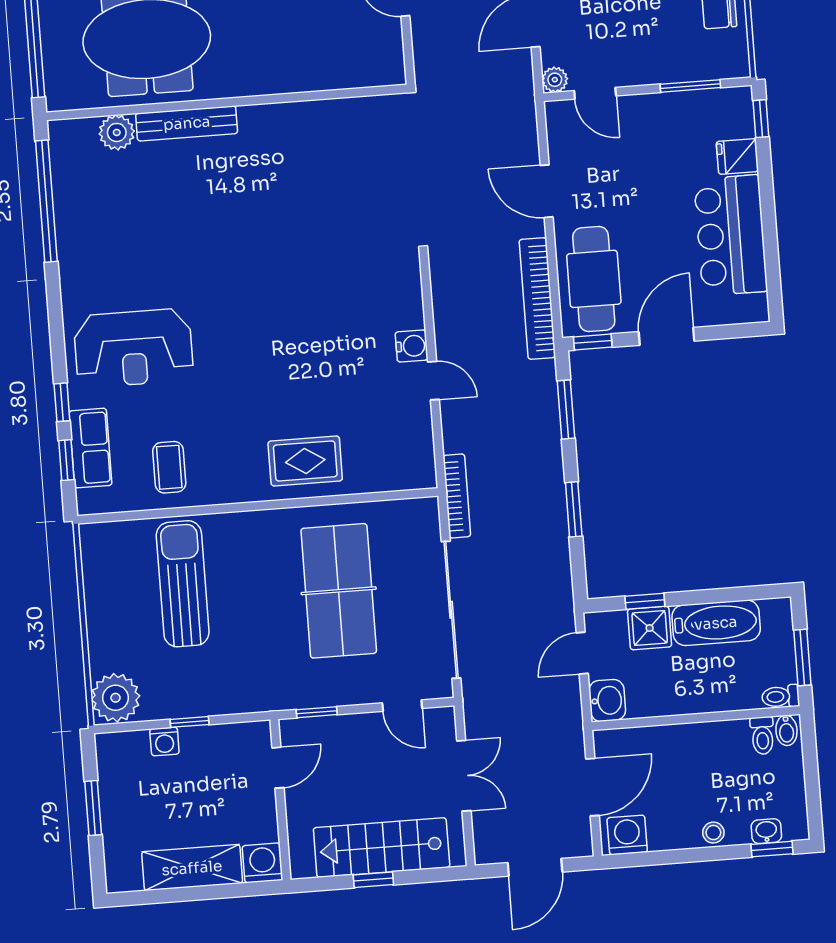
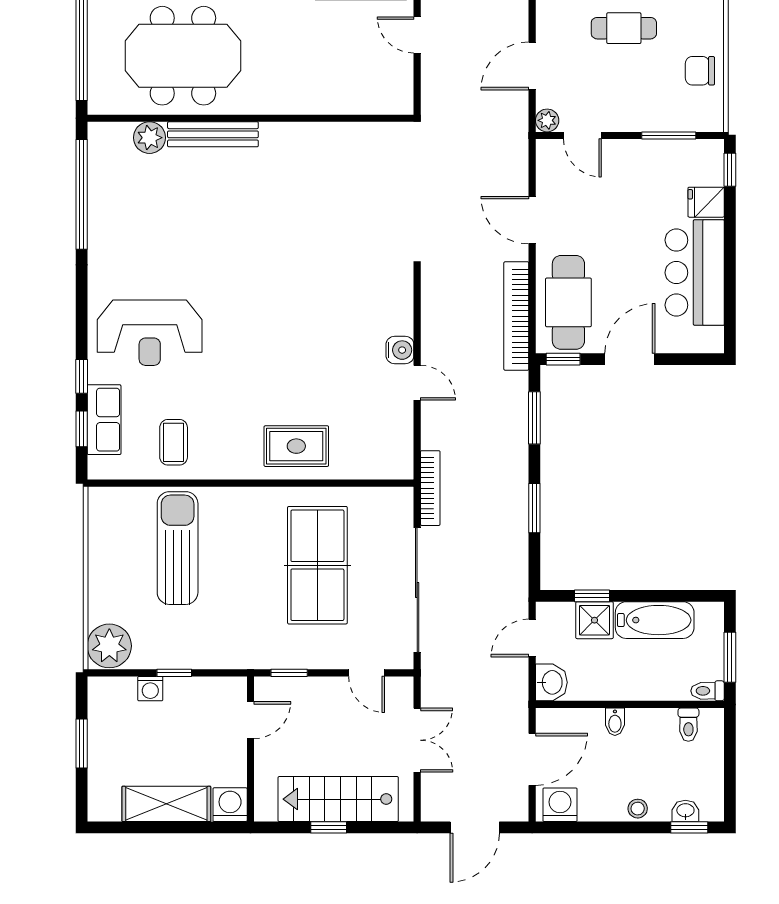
bidet: (786, 730) -> (615, 722), moved

